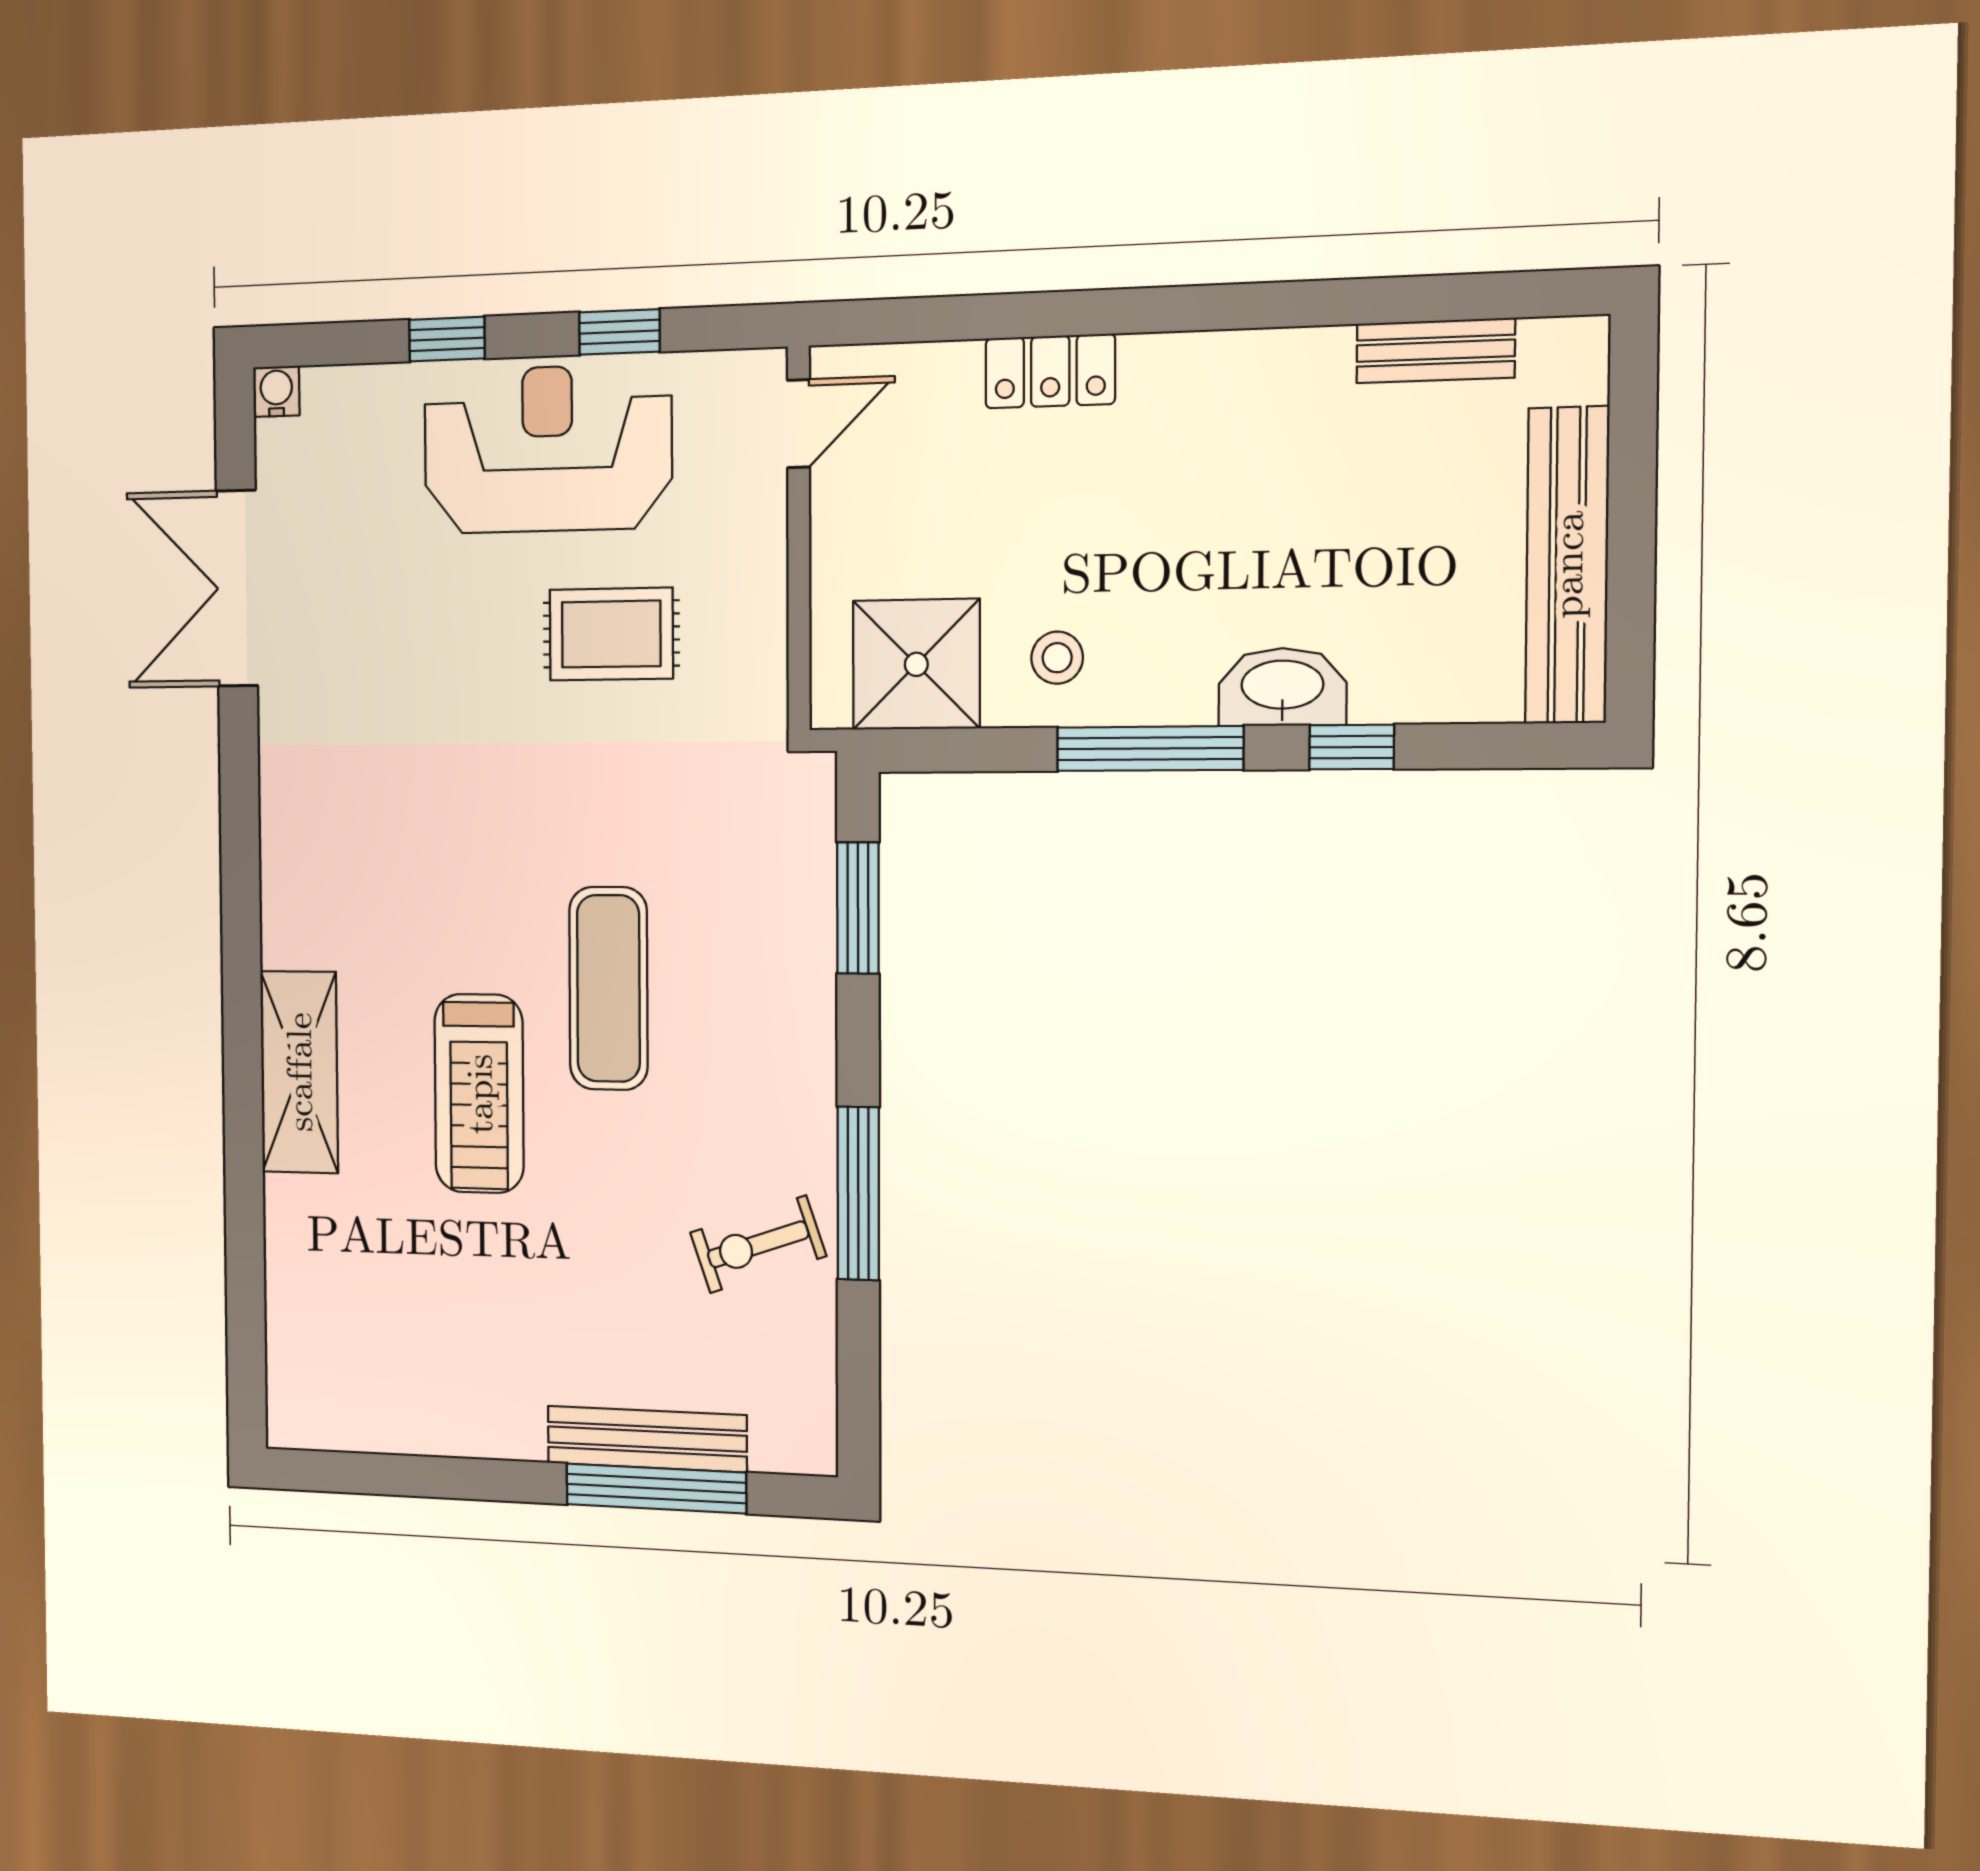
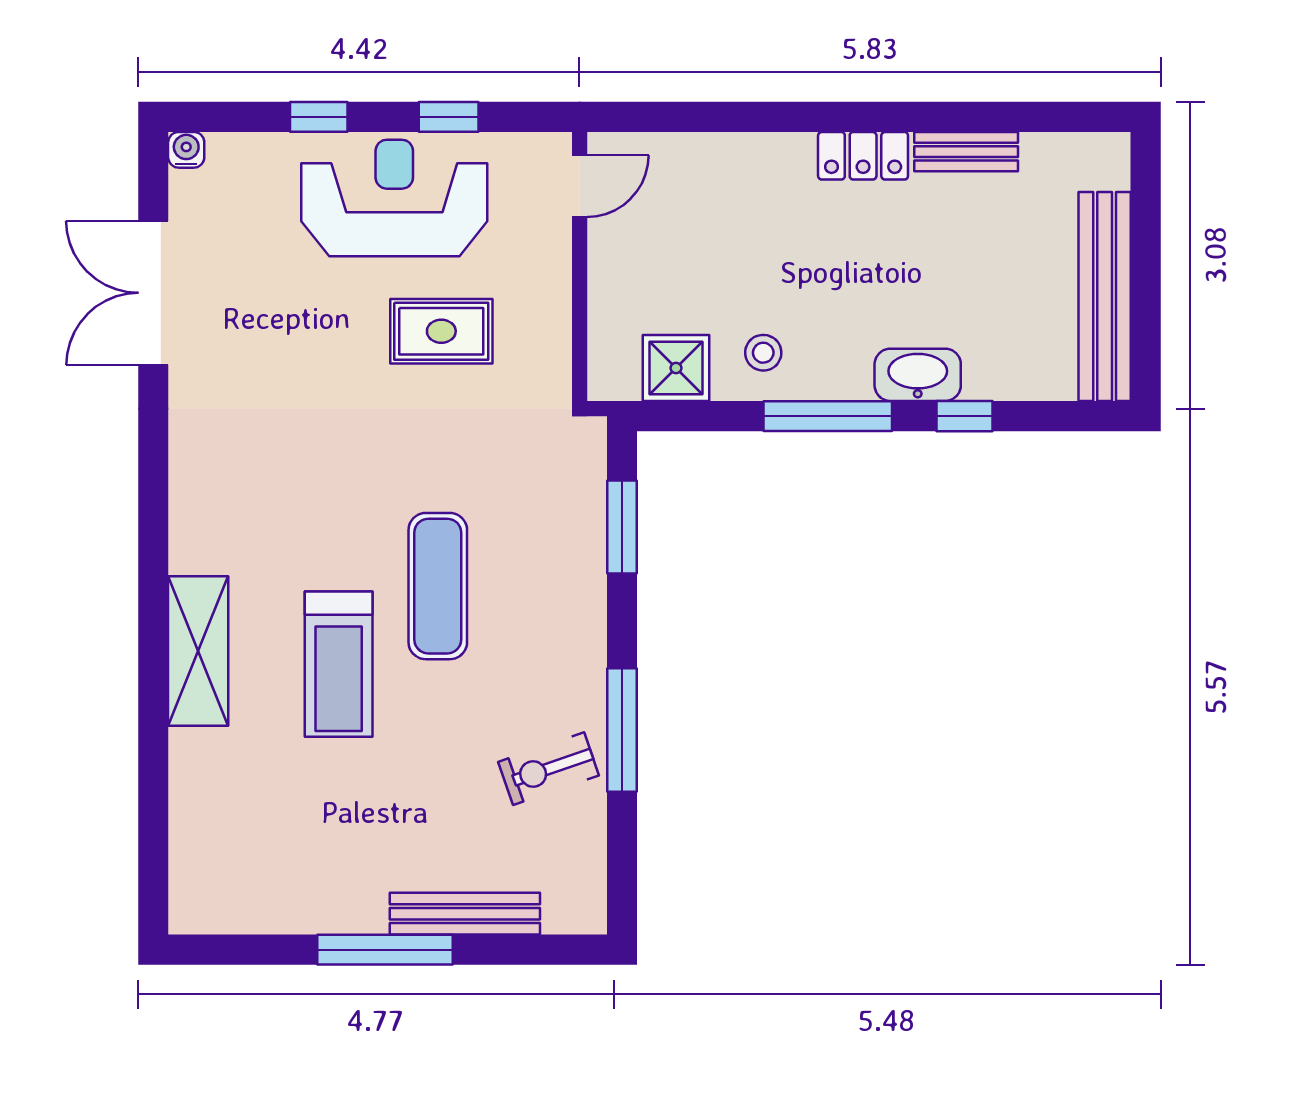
bench: (1435, 351) -> (966, 152), moved
locker: (1050, 371) -> (863, 156), moved
shower: (916, 664) -> (676, 368), width x0.73, depth x0.73
window: (656, 1489) -> (385, 950), moved

